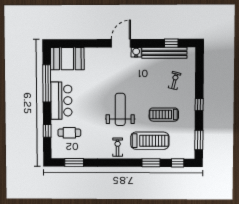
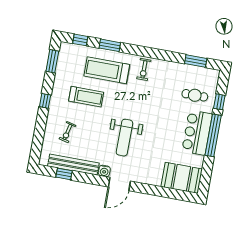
window: (47, 83) -> (213, 135), moved
weight bench: (120, 109) -> (124, 138), moved

